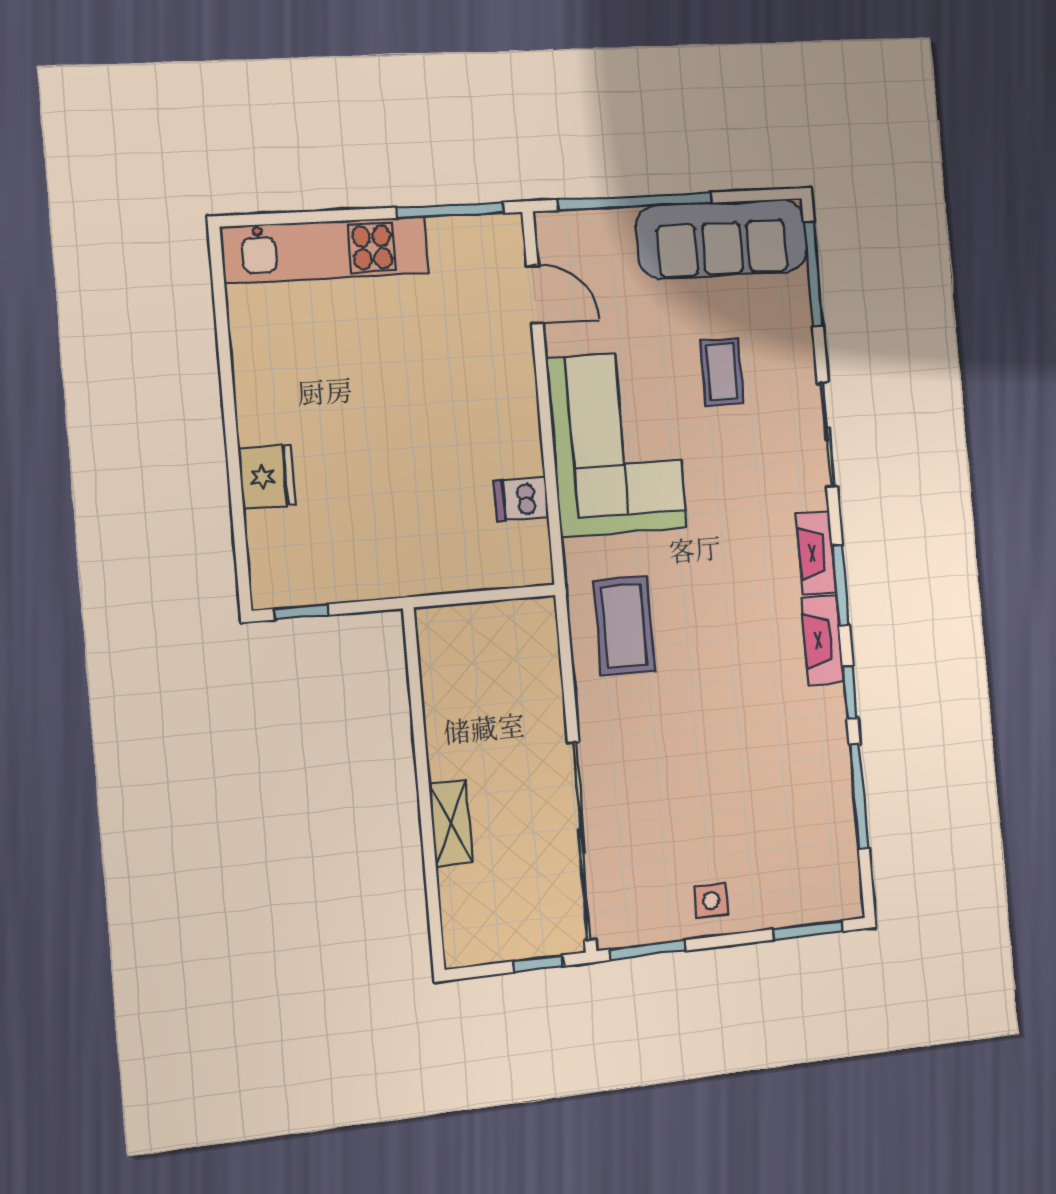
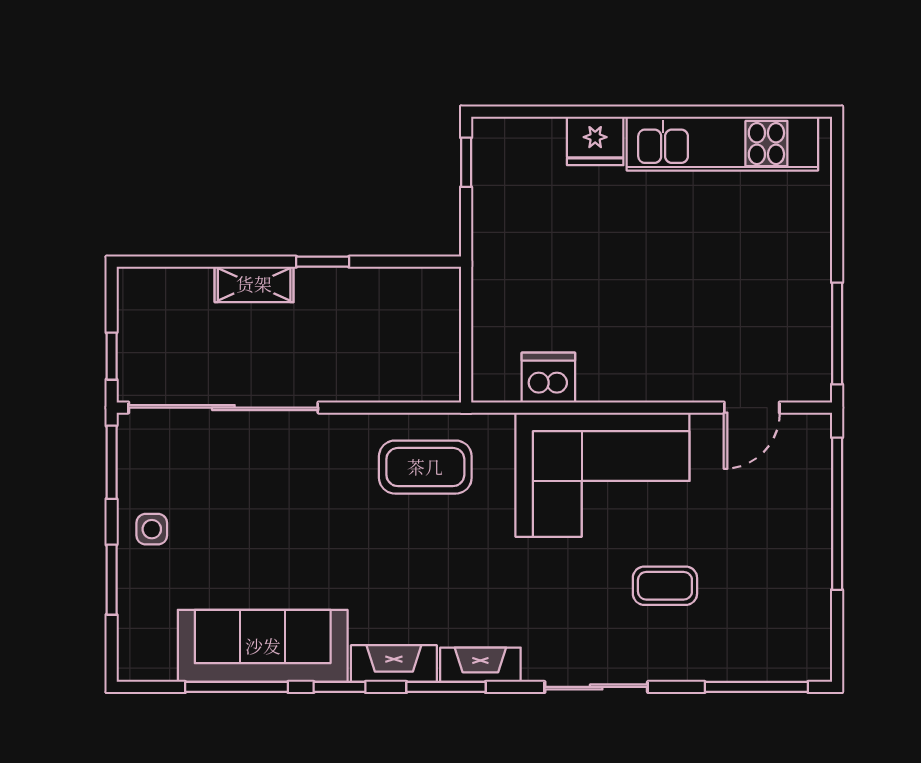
sofa: (722, 239) -> (263, 646), moved, turned 90
kitchen unit: (325, 250) -> (722, 144), moved, turned -90
dishwasher: (521, 499) -> (548, 378), width x1.38
window: (421, 753) -> (323, 262), added
window: (808, 930) -> (112, 580), moved

